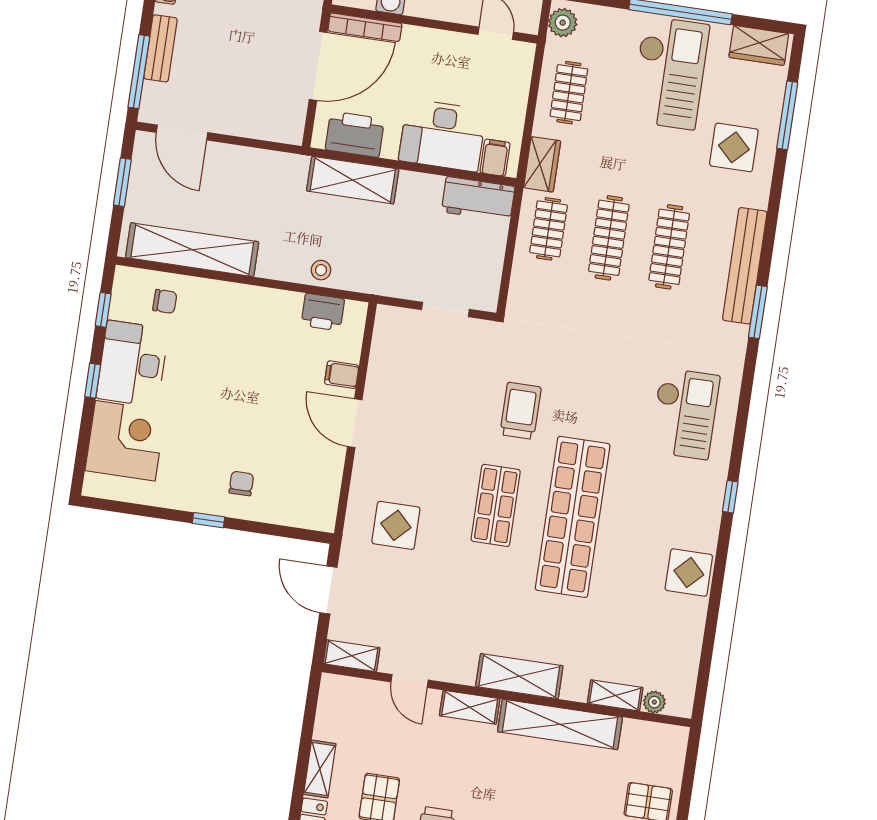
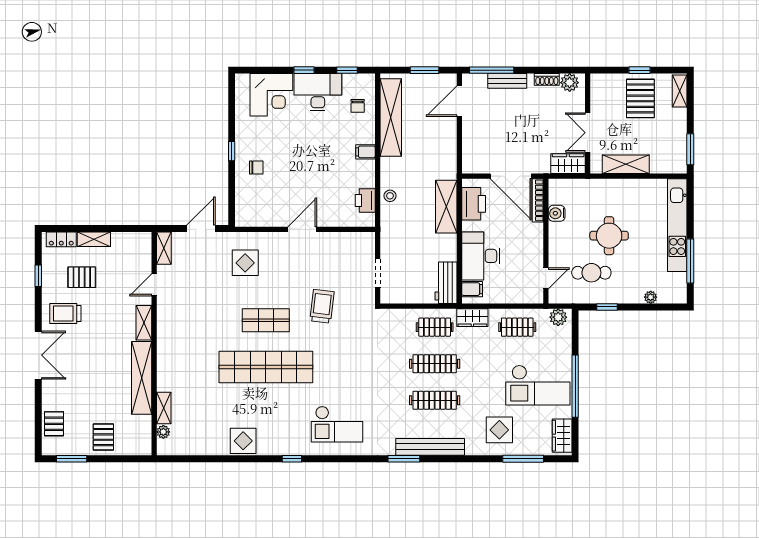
filing cabinet: (342, 375) -> (366, 152), moved, turned -90
trolley: (521, 411) -> (322, 306), moved, turned -83
shelving: (519, 676) -> (167, 349), removed

